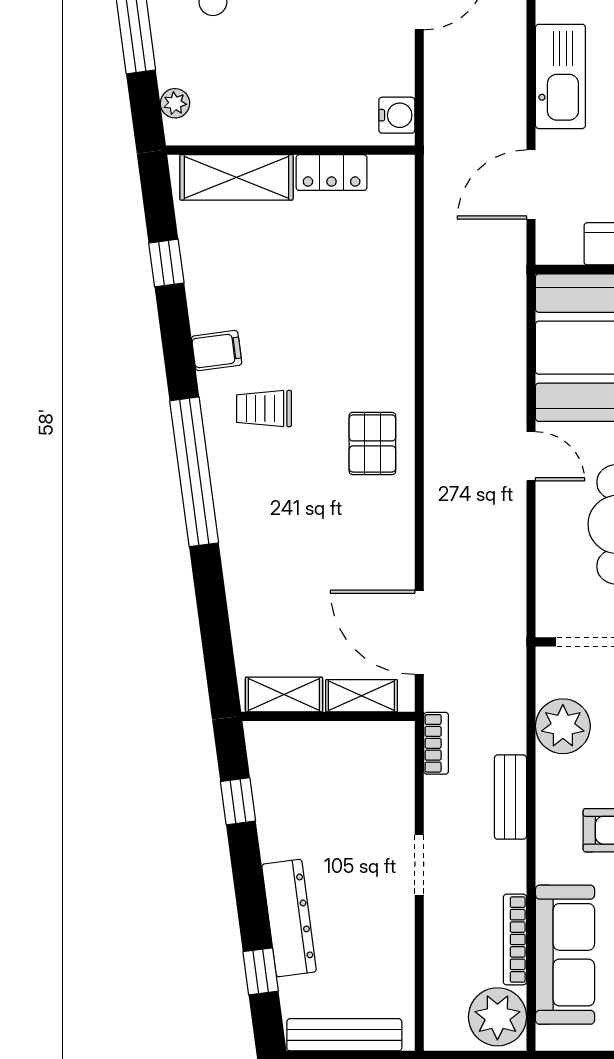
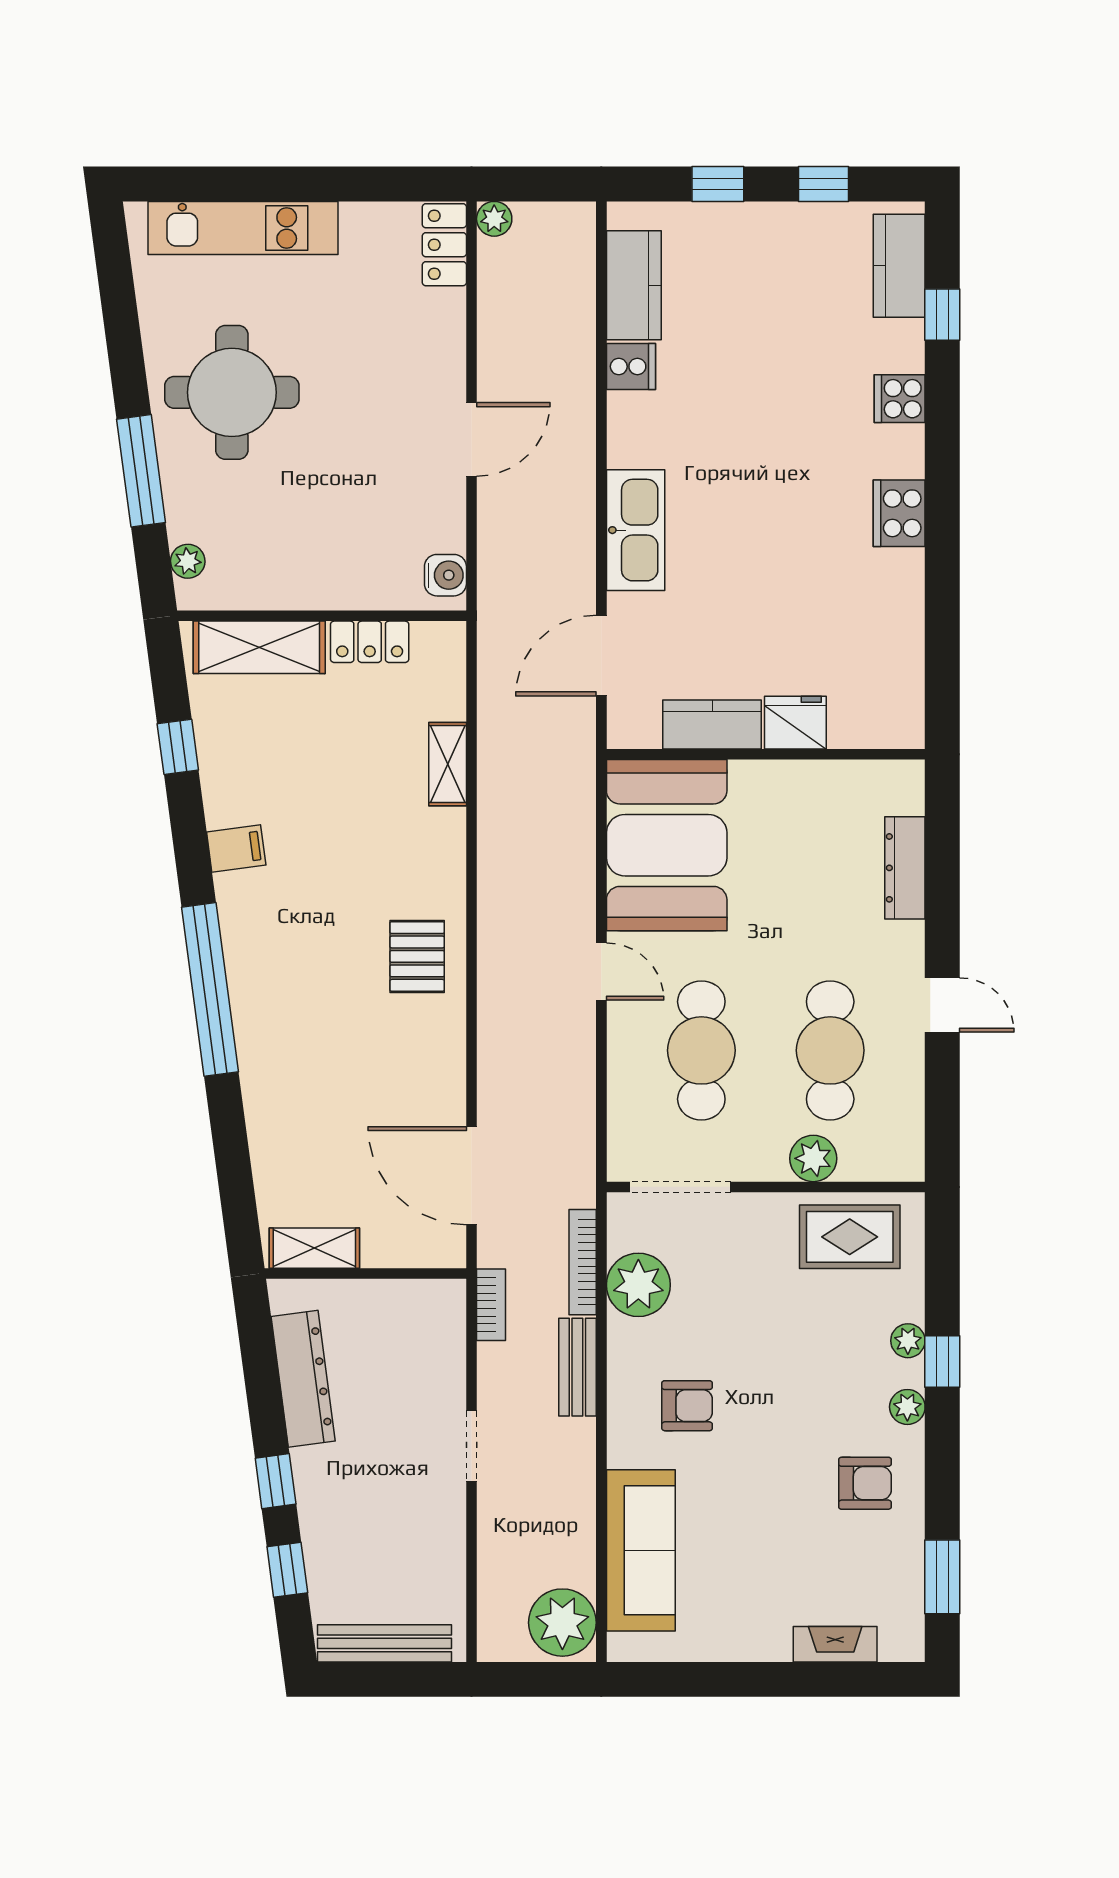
trolley: (264, 409) -> (291, 916), removed
shelving: (361, 696) -> (448, 764), moved, turned 90
window: (238, 801) -> (276, 1481), moved
dresser: (289, 918) -> (303, 1379), moved
bookcase: (515, 940) -> (583, 1262), moved

